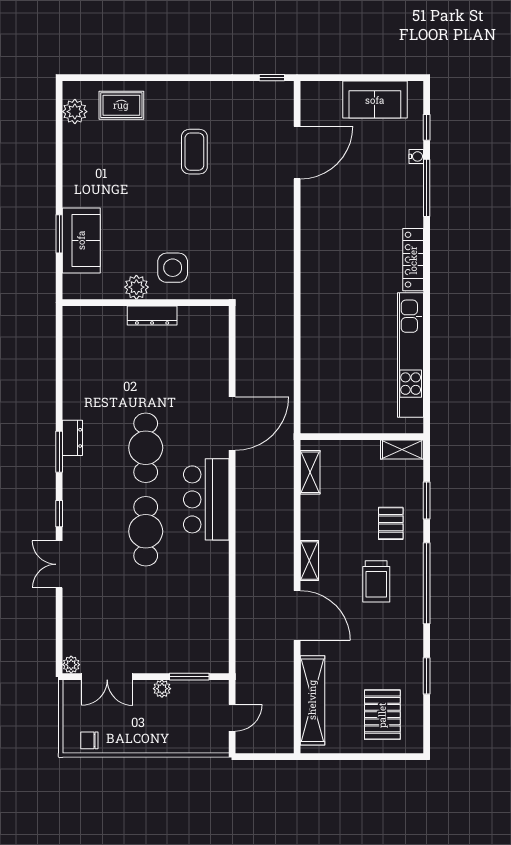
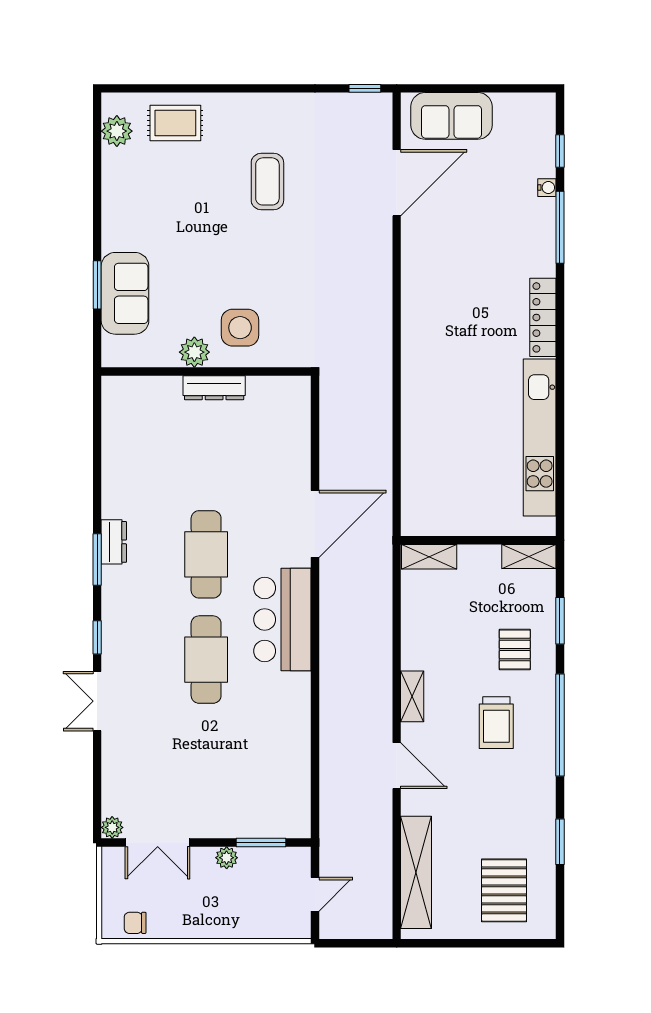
sofa: (375, 100) -> (452, 116), moved
shelving: (310, 472) -> (429, 557), moved, turned 90
door: (297, 615) -> (397, 766), width x0.73

